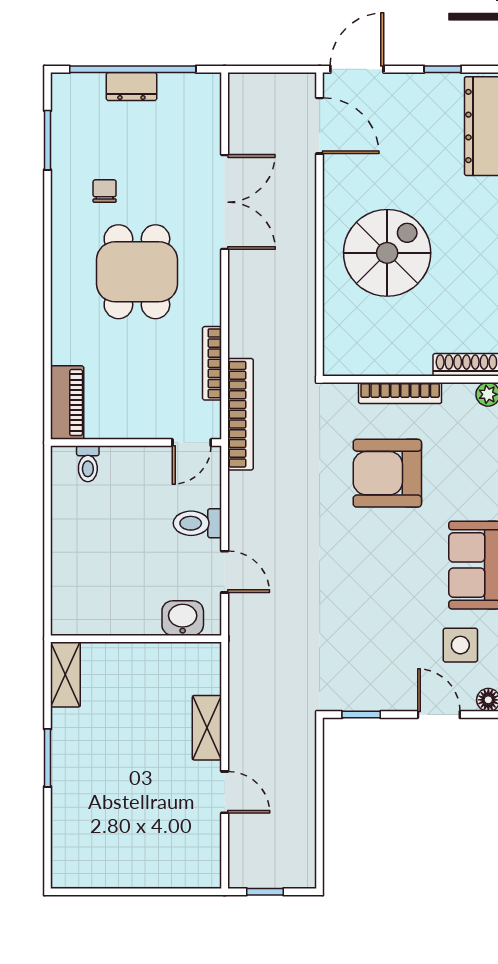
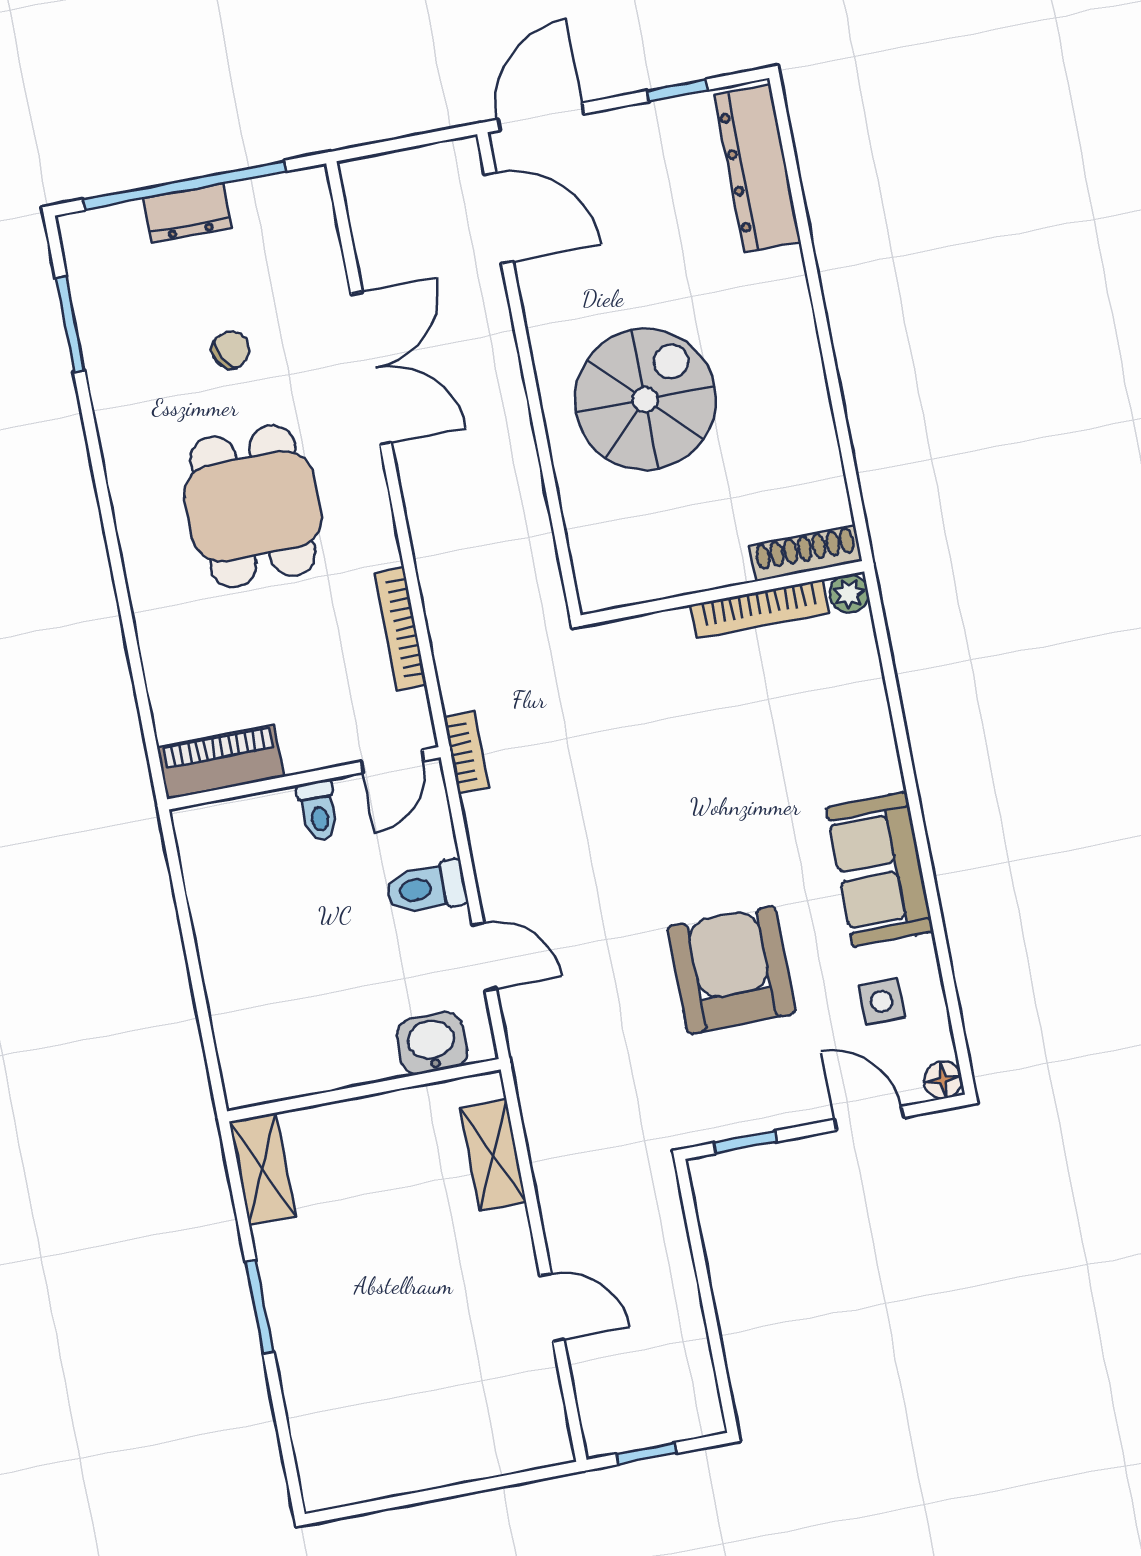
chair: (105, 191) -> (231, 350), moved, turned 61
bookcase: (400, 393) -> (760, 609), moved
piano: (67, 403) -> (221, 762), moved, turned -90
bookcase: (240, 414) -> (466, 753), width x0.43, depth x0.76
toilet: (88, 464) -> (318, 811), moved
armchair: (387, 473) -> (731, 970), moved, turned 90
side table: (460, 645) -> (882, 1001), width x0.73, depth x0.73
shelving: (207, 728) -> (493, 1155), moved

